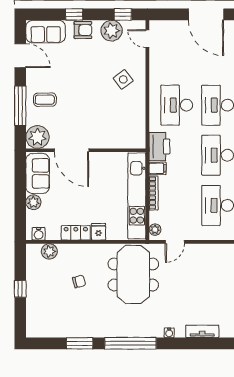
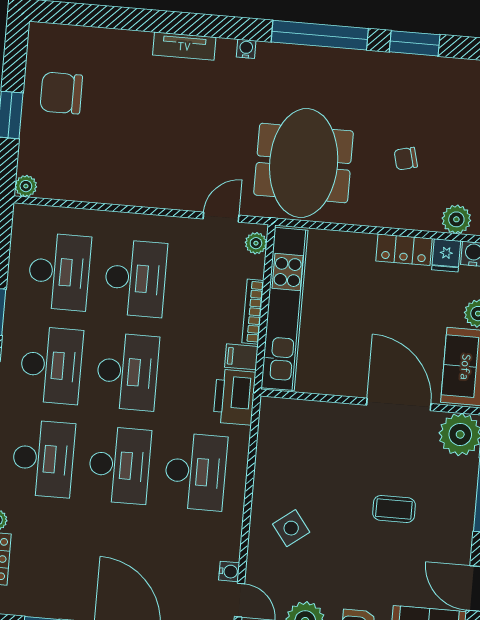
water cooler: (154, 53) -> (229, 571), added
coffee table: (45, 100) -> (394, 509), moved
fridge: (98, 232) -> (446, 255), moved

